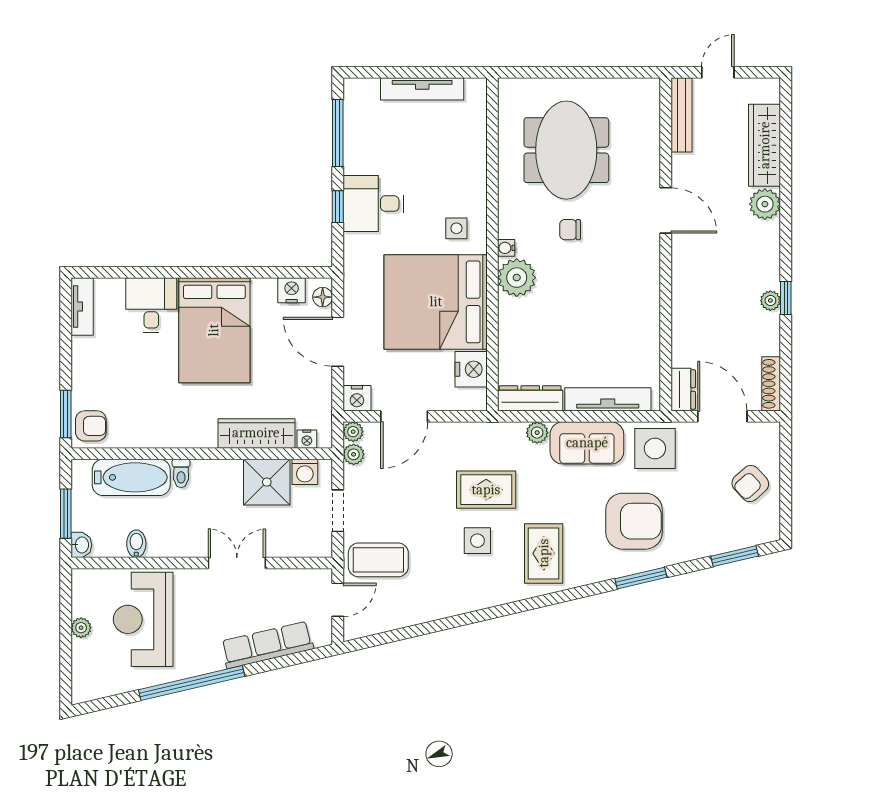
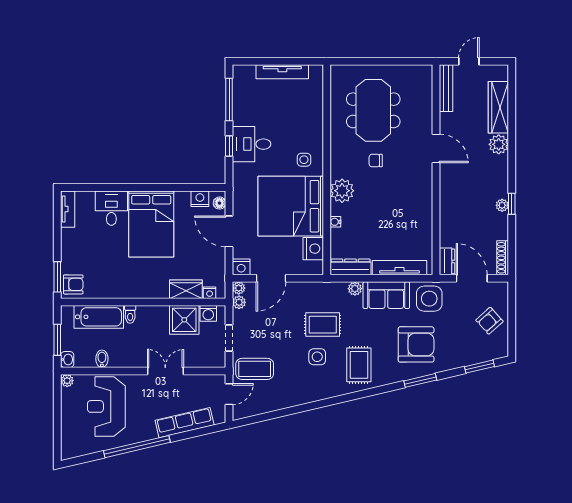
water cooler: (506, 248) -> (335, 222), moved
wardrobe: (256, 433) -> (186, 289), width x0.67
plant: (81, 628) -> (67, 381), moved

